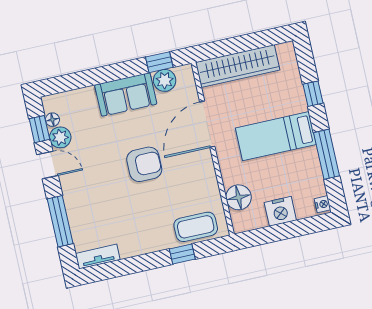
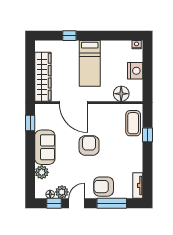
plant: (165, 80) -> (42, 172), moved
window: (327, 154) -> (107, 36), removed
armchair: (84, 202) -> (104, 187), added

